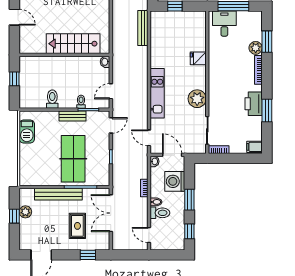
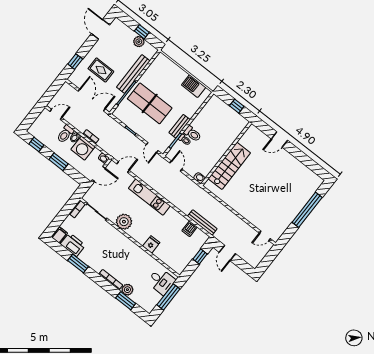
dishwasher: (157, 35) -> (190, 229), added
toilet: (52, 99) -> (192, 134), moved
printer: (254, 104) -> (73, 245), moved
washing machine: (175, 181) -> (83, 148), moved, turned 180

